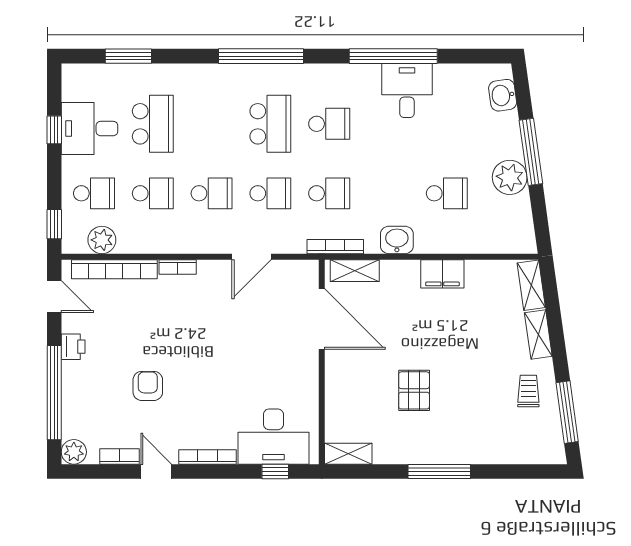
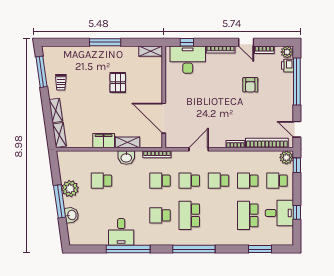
washbasin: (503, 95) -> (72, 215), moved
plant: (102, 240) -> (286, 157), moved
shelving: (355, 271) -> (127, 142), moved
printer: (73, 347) -> (287, 66), moved

